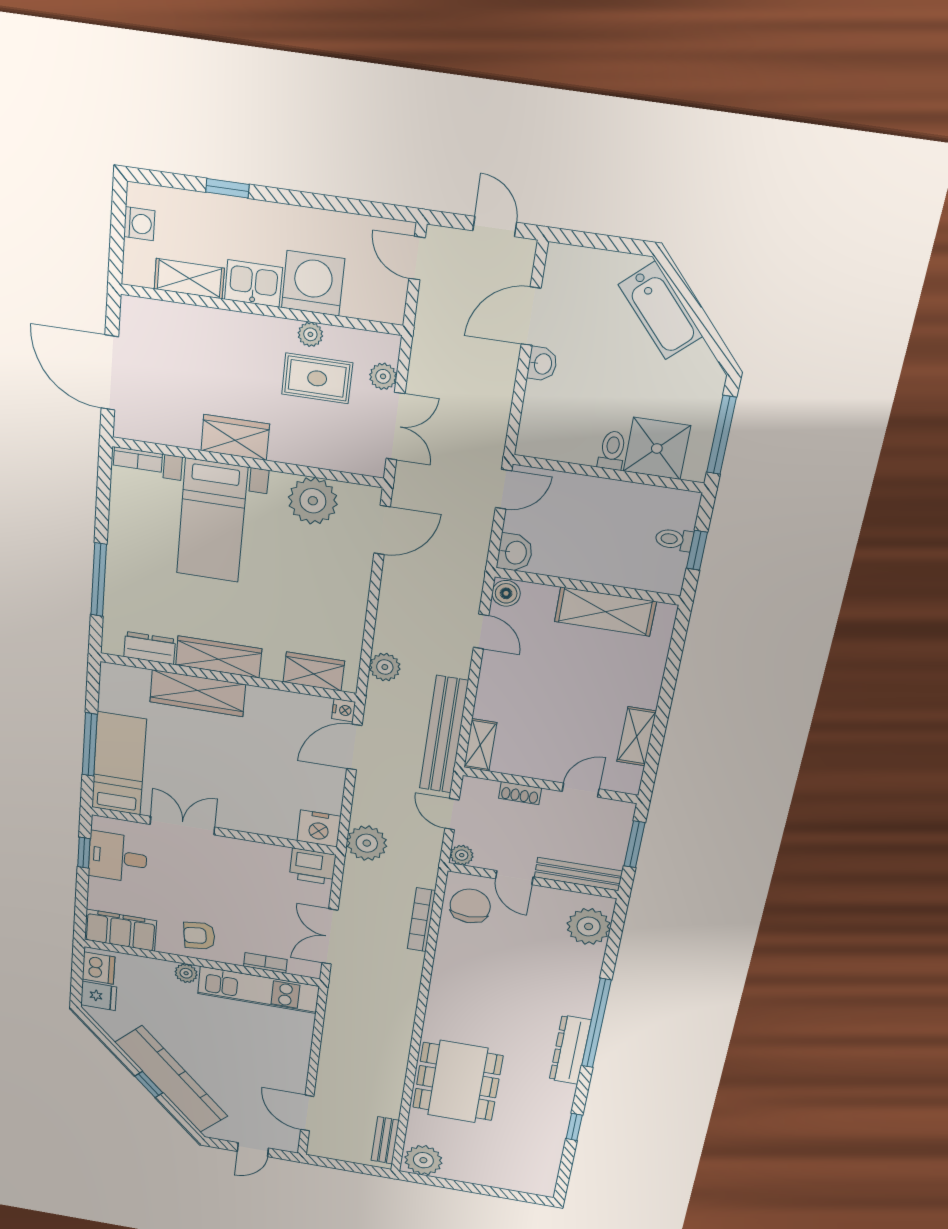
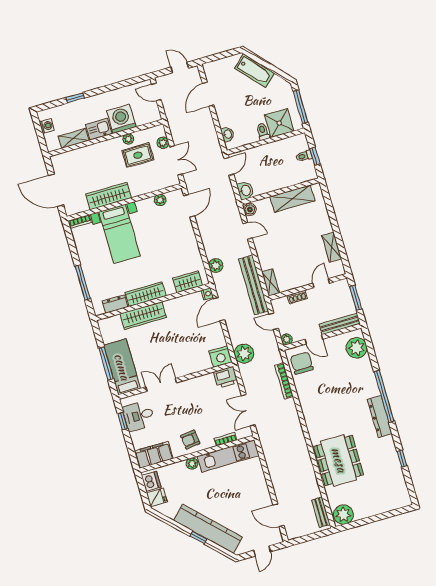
washbasin: (542, 364) -> (228, 134), moved
wardrobe: (235, 437) -> (109, 196), width x1.50
plant: (313, 501) -> (160, 200), width x0.53, depth x0.53

